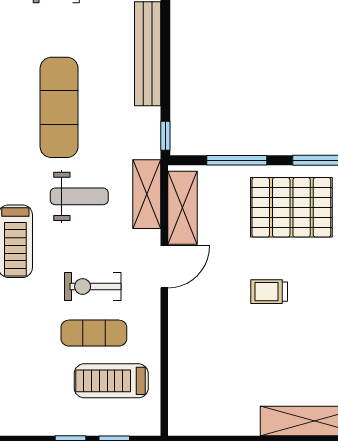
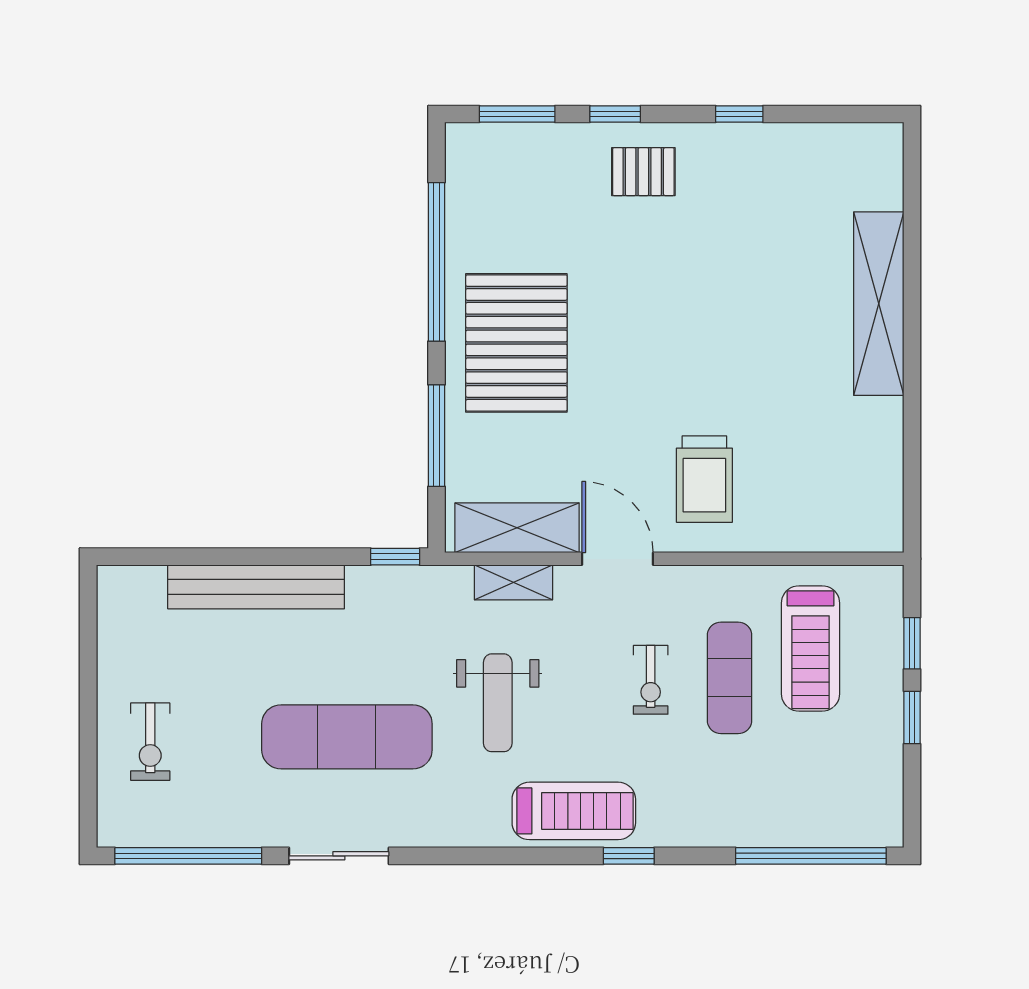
shelving: (147, 194) -> (514, 582), width x0.67, depth x0.75
weight bench: (79, 196) -> (498, 703), turned 180
exercise bike: (93, 286) -> (651, 680), width x0.73, depth x0.72
trolley: (269, 292) -> (704, 479), moved, width x1.36, depth x1.39

